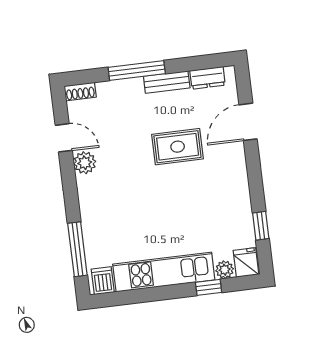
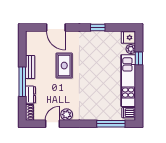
dresser: (208, 78) -> (31, 95), moved
window: (261, 226) -> (98, 27), moved

